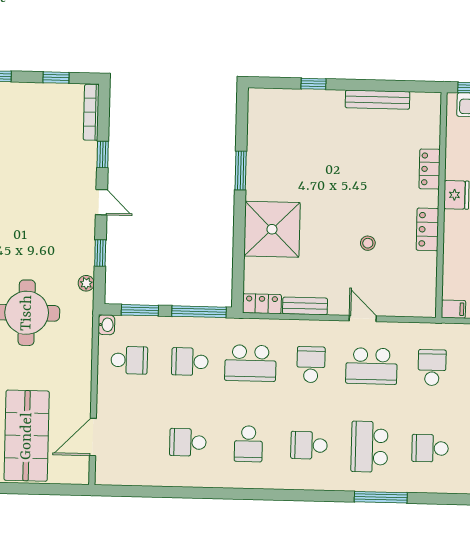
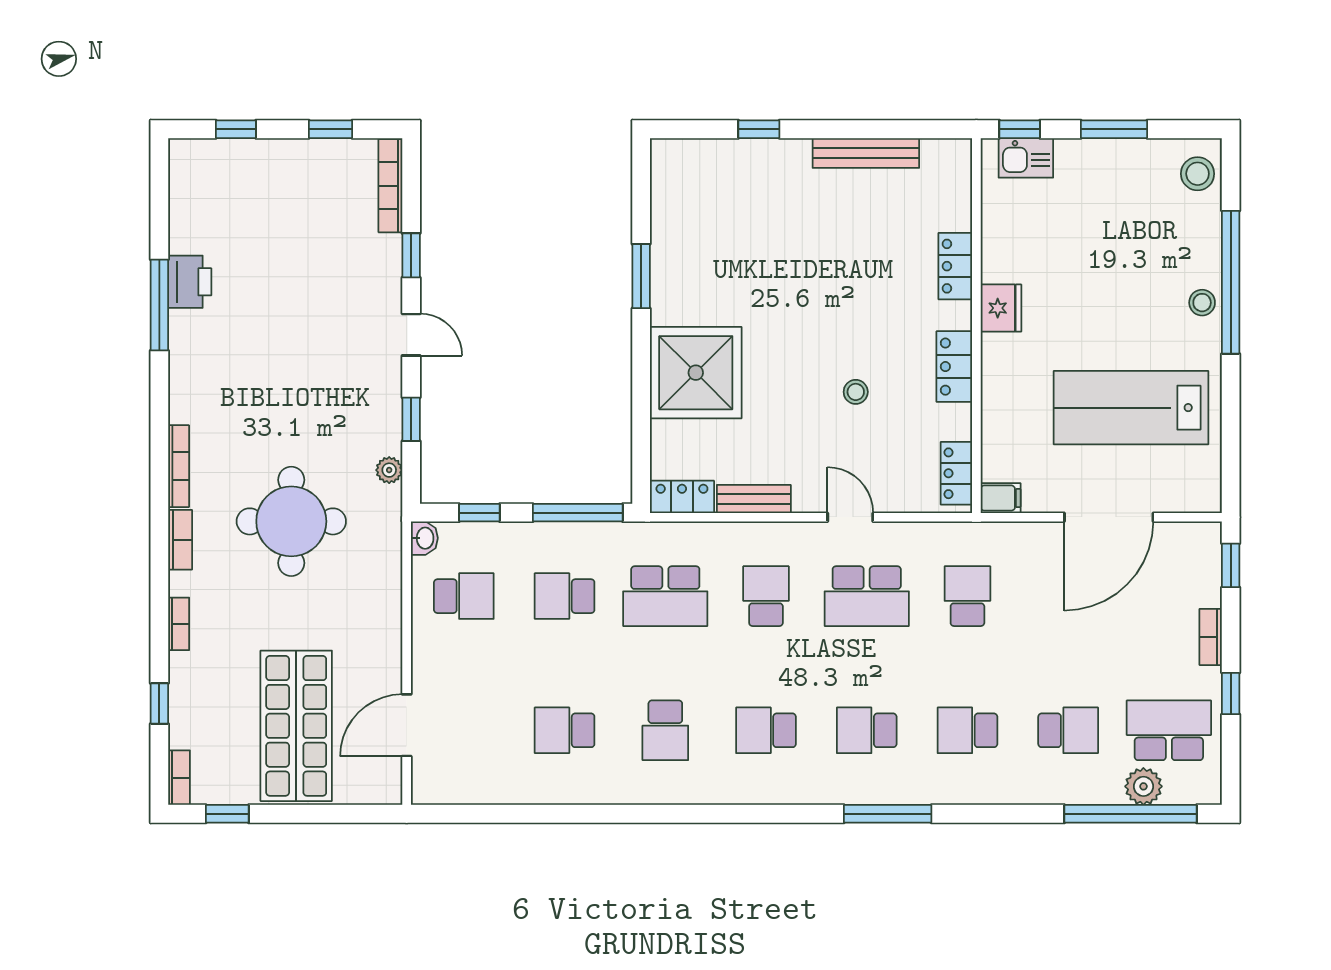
locker: (427, 294) -> (956, 473), added
window: (140, 310) -> (479, 513), width x0.67
school desk: (369, 447) -> (867, 730), width x0.54

